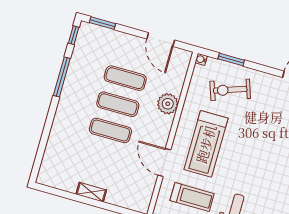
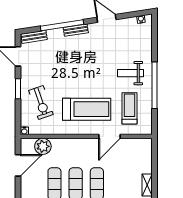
window: (231, 60) -> (18, 89), moved
plant: (168, 104) -> (43, 146), moved

